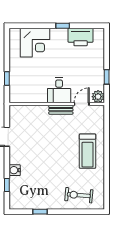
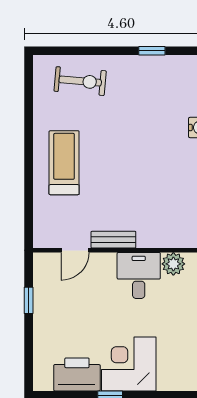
corner desk: (35, 43) -> (129, 364), moved
desk: (59, 90) -> (139, 275), moved
plant: (98, 97) -> (173, 264), moved

